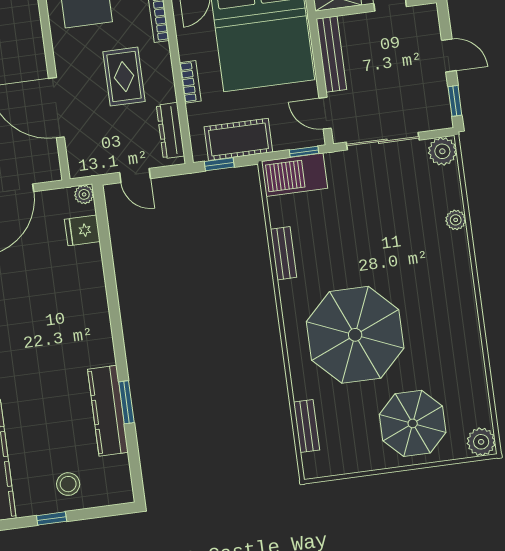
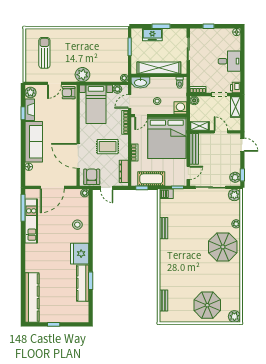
door: (449, 55) -> (242, 145), moved
rug: (124, 77) -> (108, 147), turned 90
plant: (438, 109) -> (235, 177), added
door: (325, 113) -> (188, 173), swing flipped
armchair: (96, 154) -> (92, 177), added
barbecue: (294, 175) -> (166, 194), width x0.53, depth x0.65
fridge: (82, 230) -> (80, 254), moved, width x1.88, depth x1.34
parasol: (355, 335) -> (223, 247), moved, width x0.73, depth x0.73
stool: (68, 484) -> (77, 225), moved

